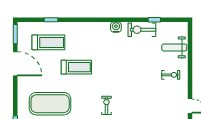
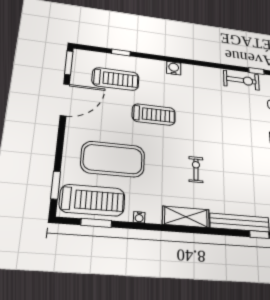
water cooler: (116, 27) -> (174, 68), moved
exercise bike: (142, 30) -> (241, 80), turned 180
door: (15, 64) -> (65, 100), hinge flipped

